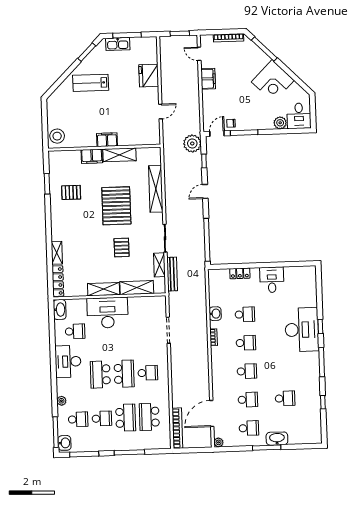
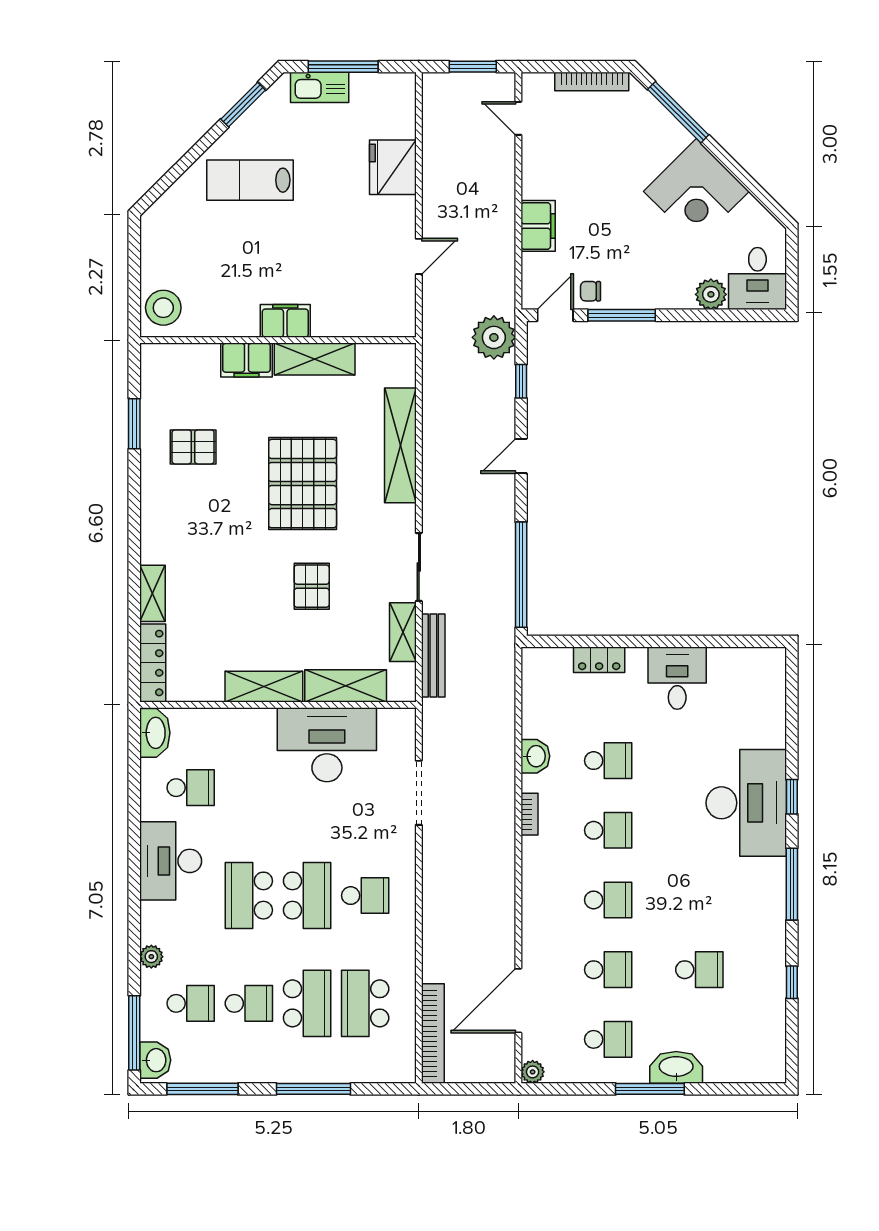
filing cabinet: (208, 79) -> (538, 226), moved
desk: (108, 313) -> (327, 745), moved

